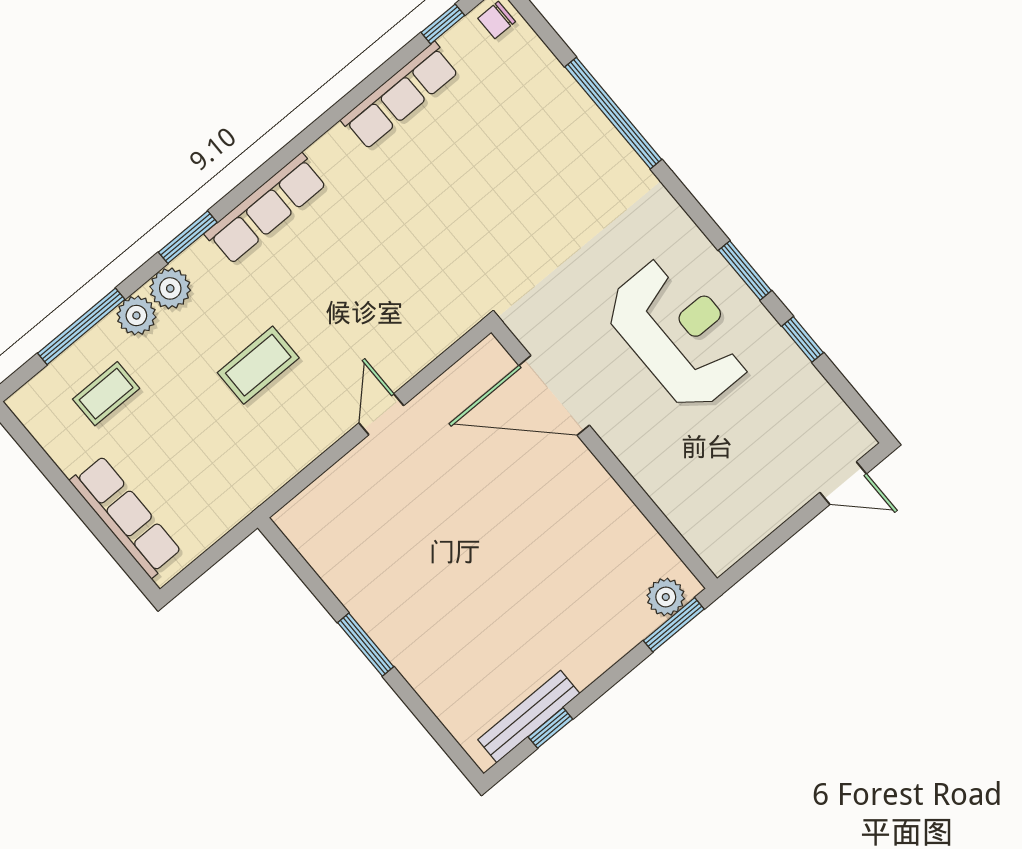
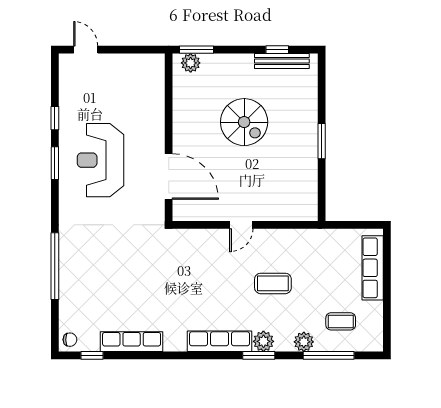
plant: (170, 288) -> (263, 341), moved
spiral stairs: (508, 575) -> (244, 122), added

